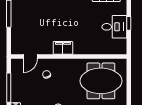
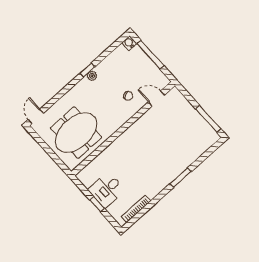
filing cabinet: (63, 48) -> (135, 132), removed
door: (30, 56) -> (156, 99), hinge flipped

